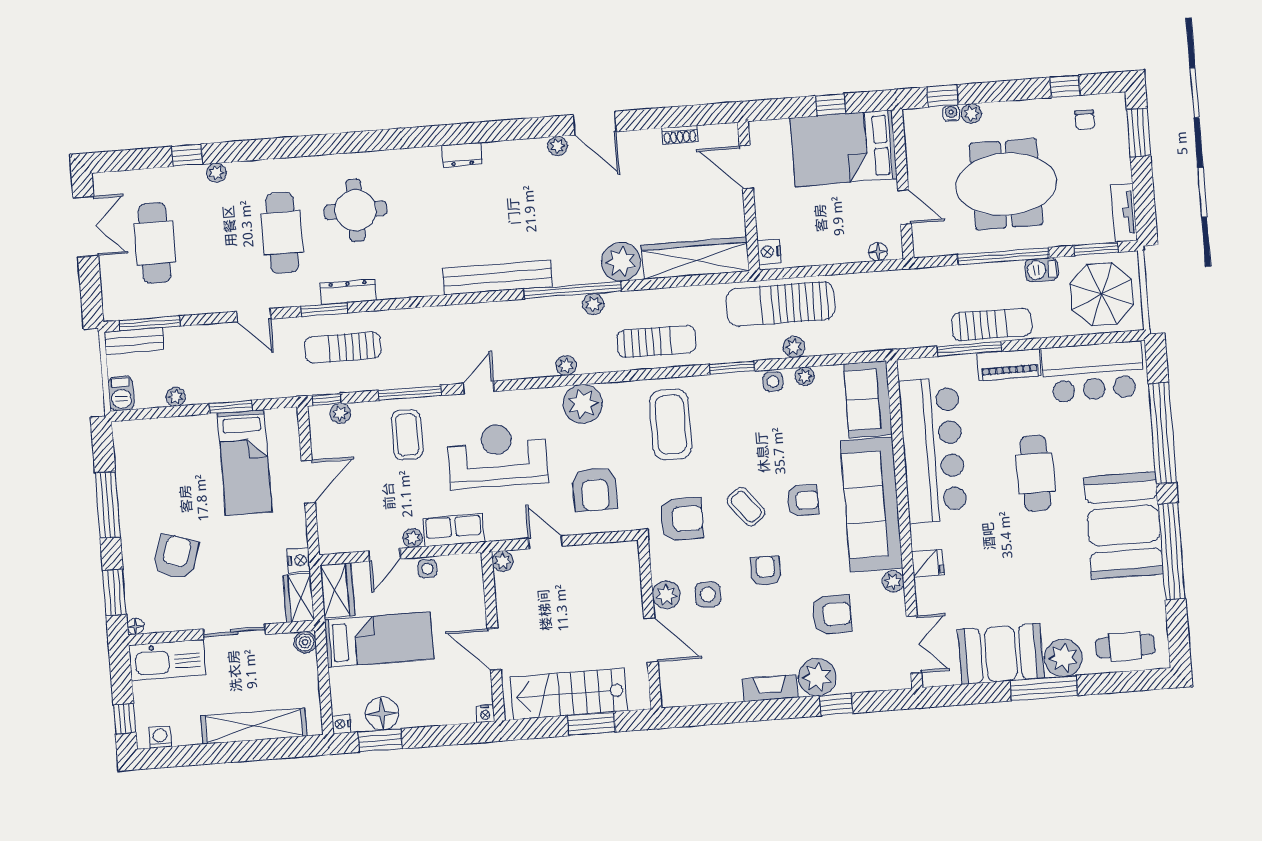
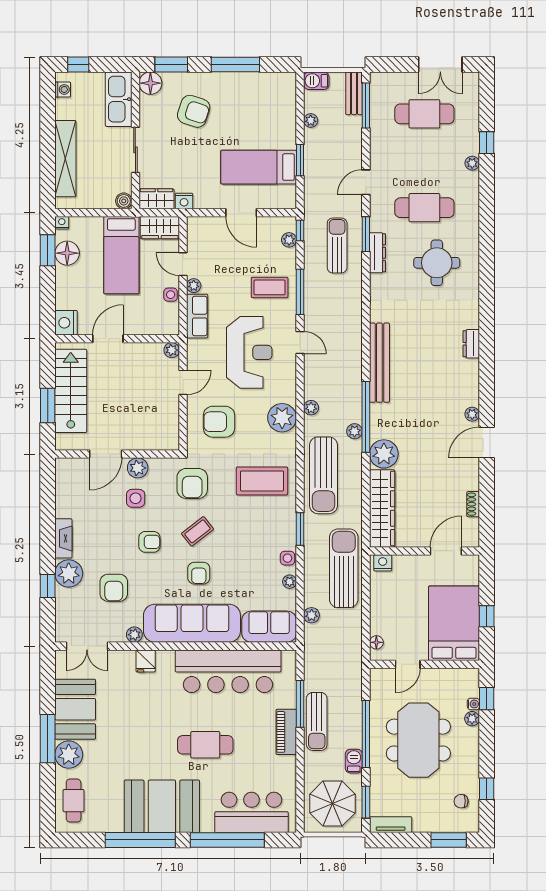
sun lounger: (657, 341) -> (324, 475), width x1.36, depth x1.34
plant: (794, 347) -> (312, 615), moved
bar counter: (1093, 372) -> (251, 812), moved, turned 90
floor lamp: (135, 626) -> (150, 83), width x1.89, depth x1.89
nightstand: (485, 714) -> (66, 323), width x1.89, depth x1.79

